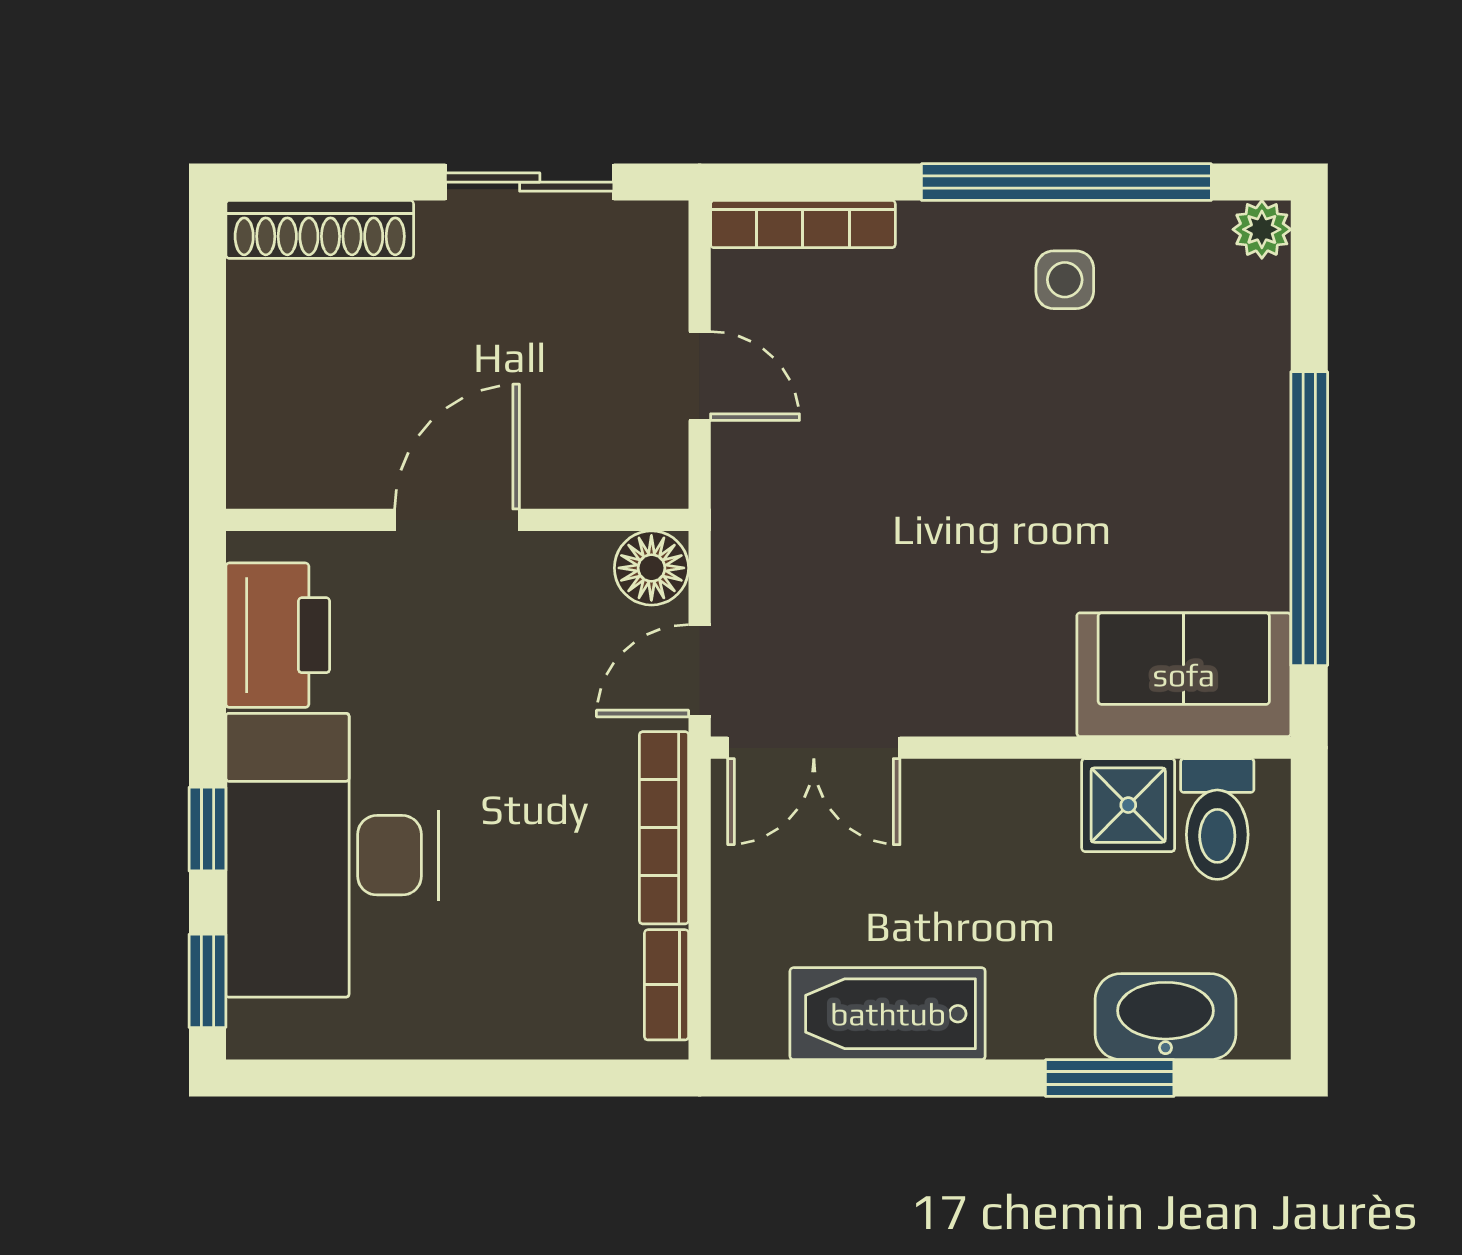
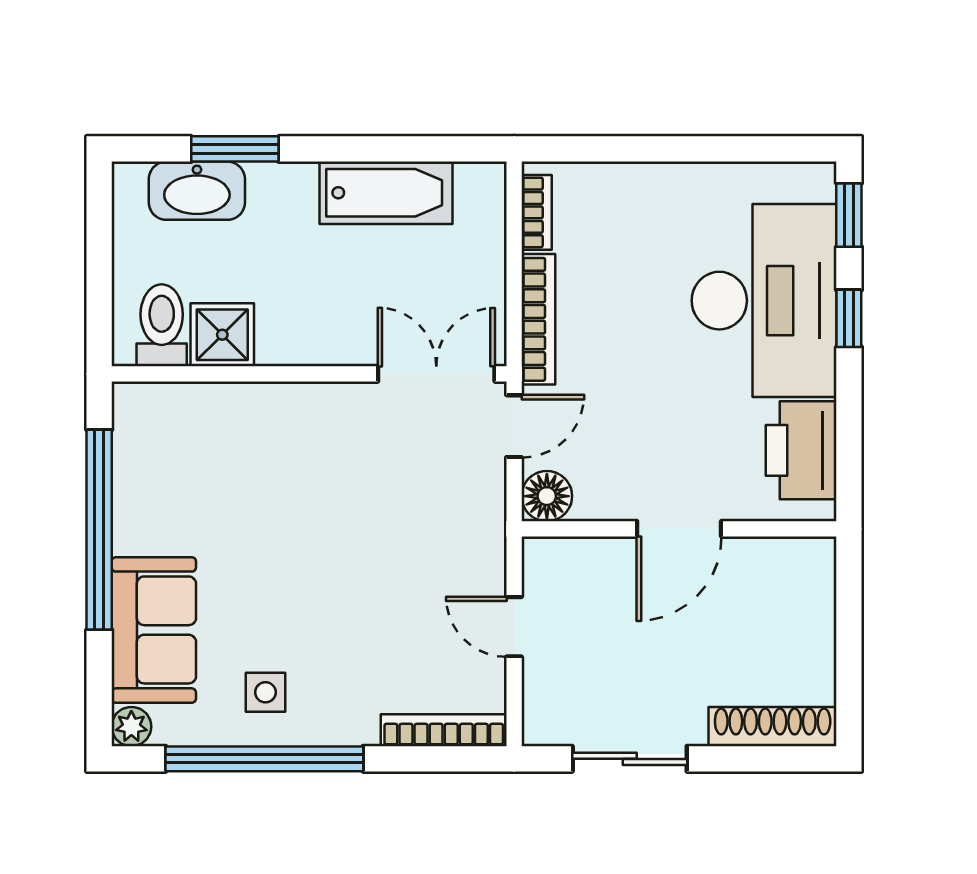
sofa: (1184, 675) -> (154, 630), moved, turned -90

